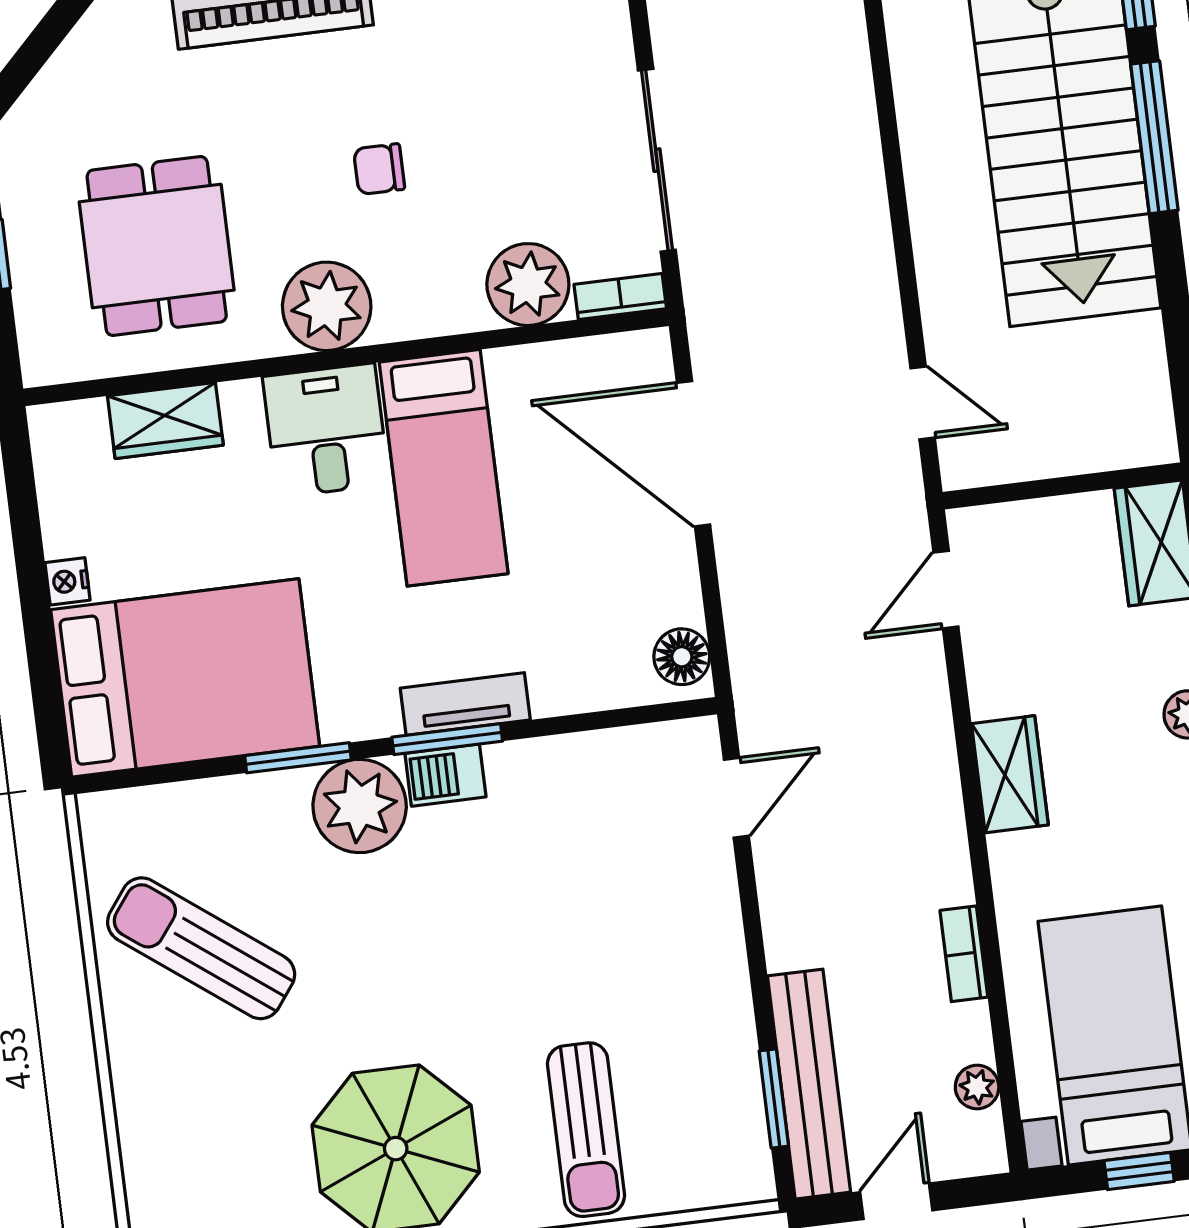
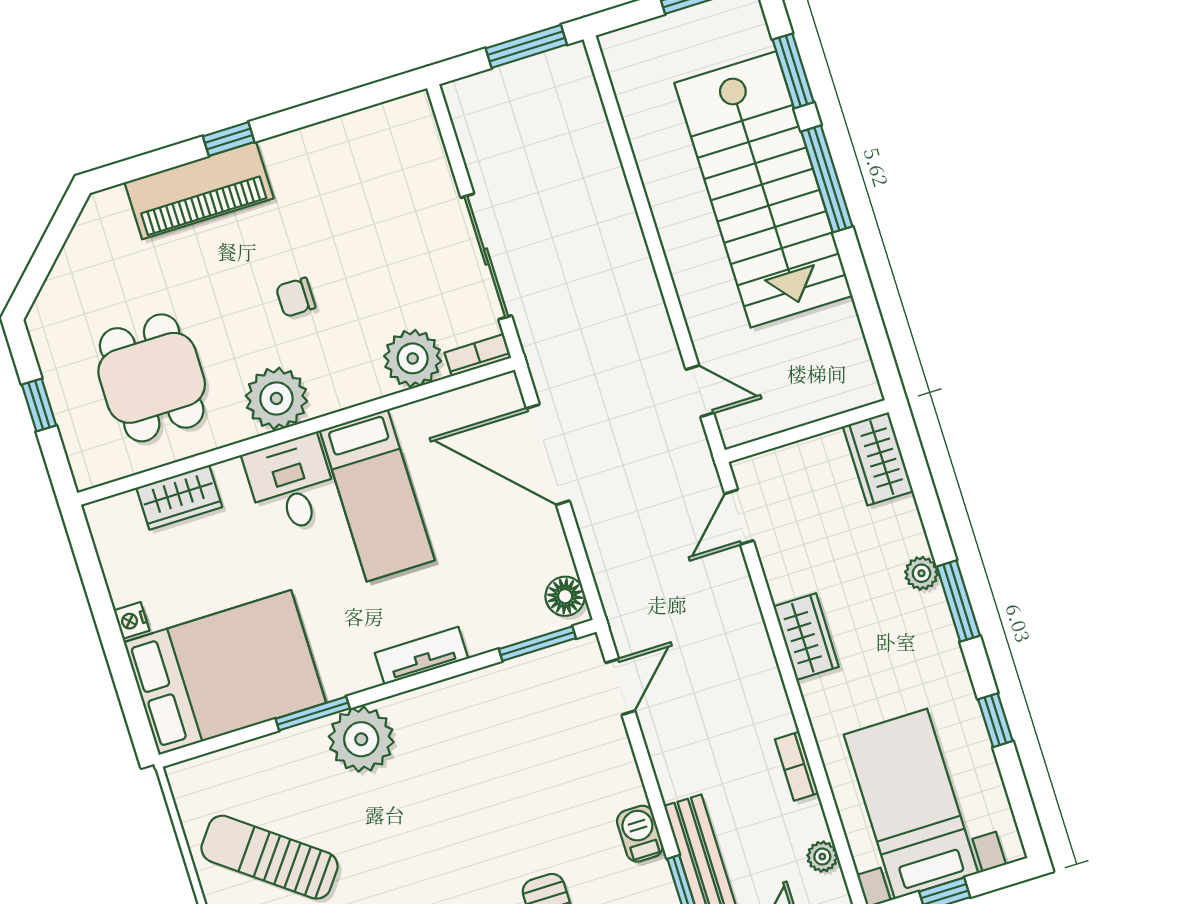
window: (447, 739) -> (537, 644), moved
barbecue: (445, 775) -> (640, 834), moved, turned 90

